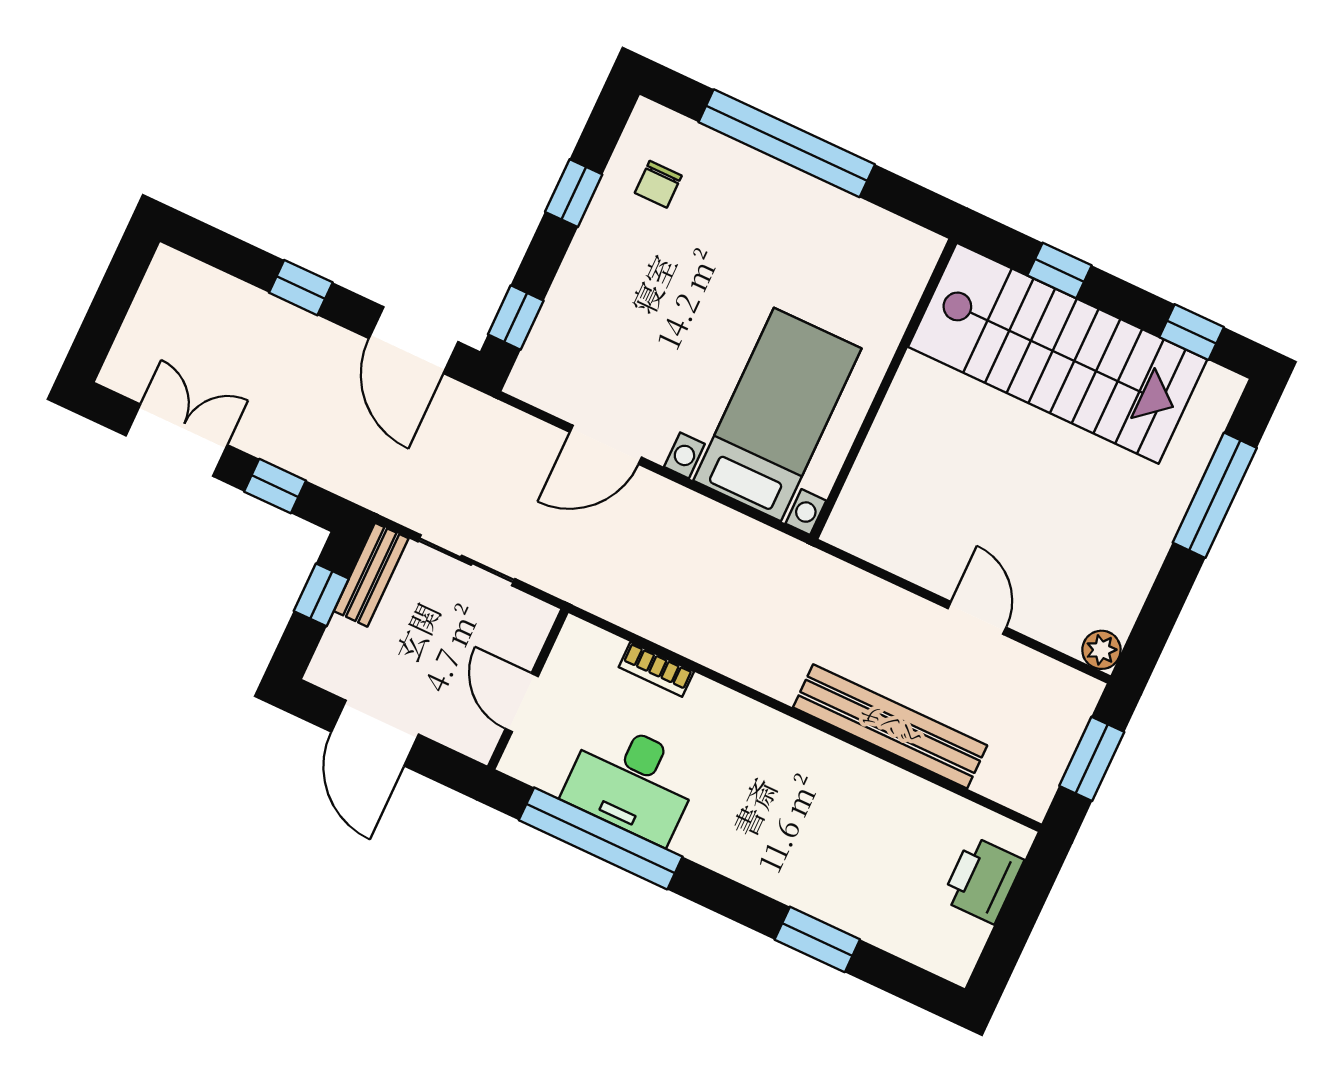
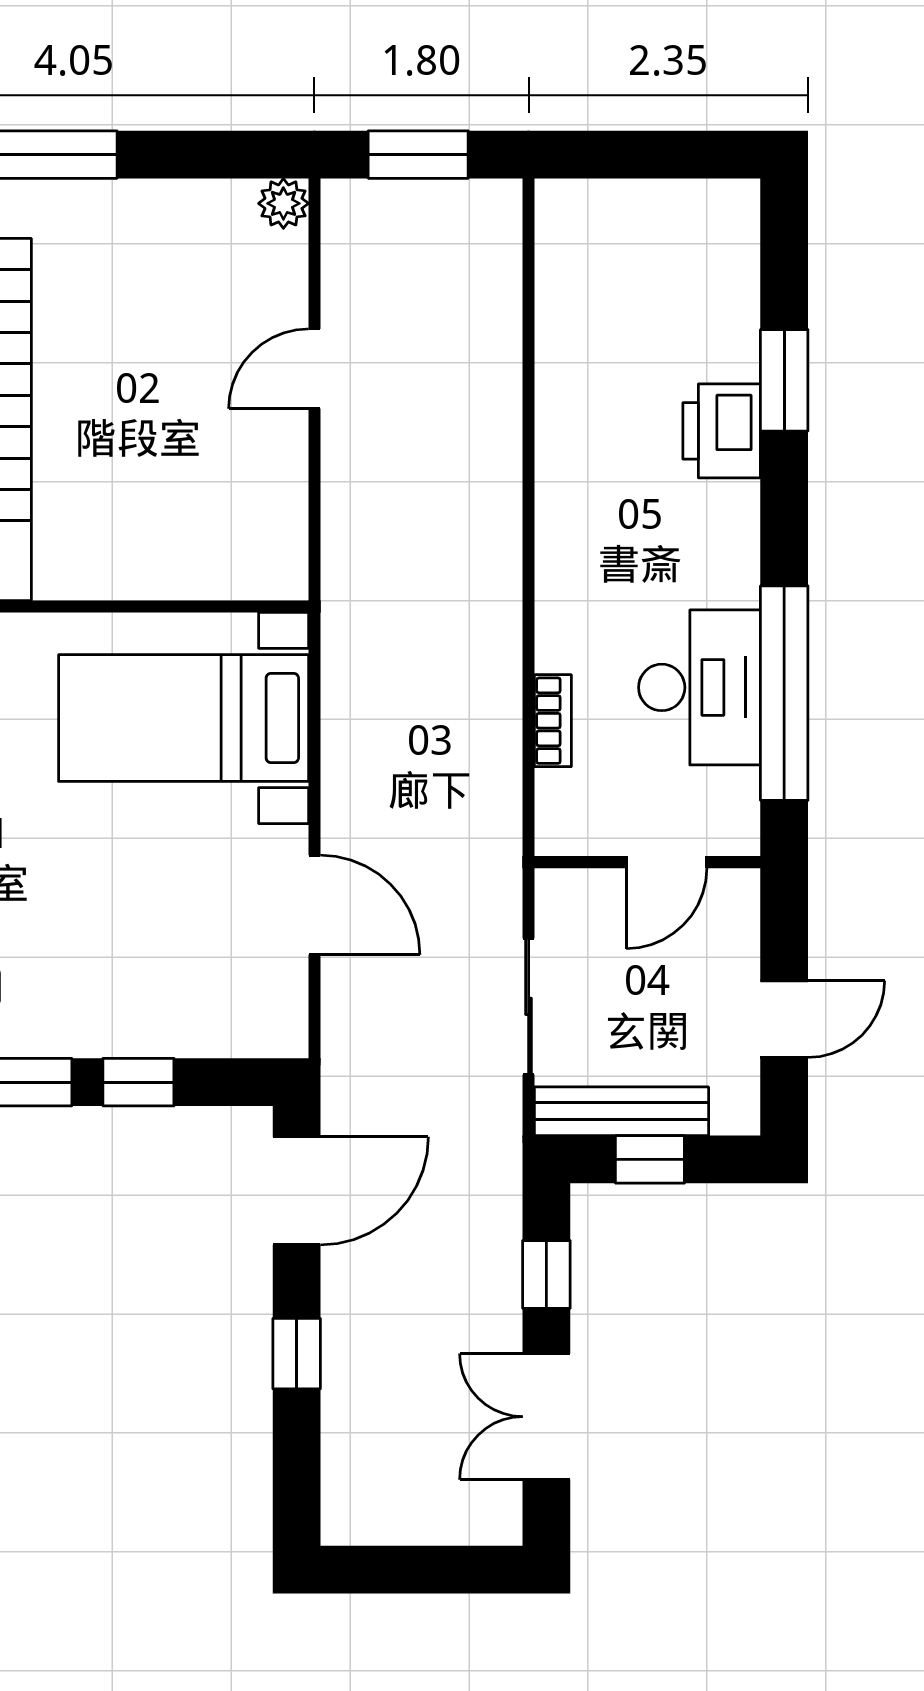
window: (516, 318) -> (138, 1082), moved
bench: (371, 575) -> (622, 1111), width x1.36
bench: (890, 726) -> (491, 412), removed
door: (375, 733) -> (784, 1019), width x0.73
printer: (983, 880) -> (722, 431), moved, turned 90

